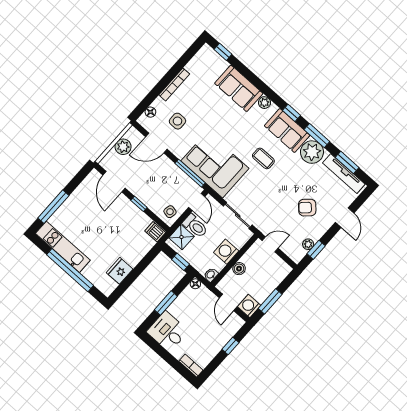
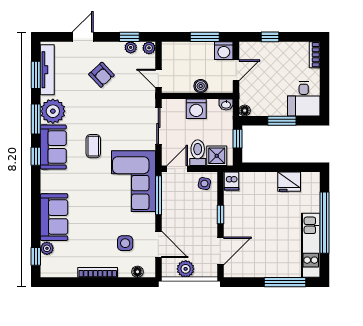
plant: (264, 103) -> (47, 248), moved
plant: (297, 257) -> (149, 48), added

